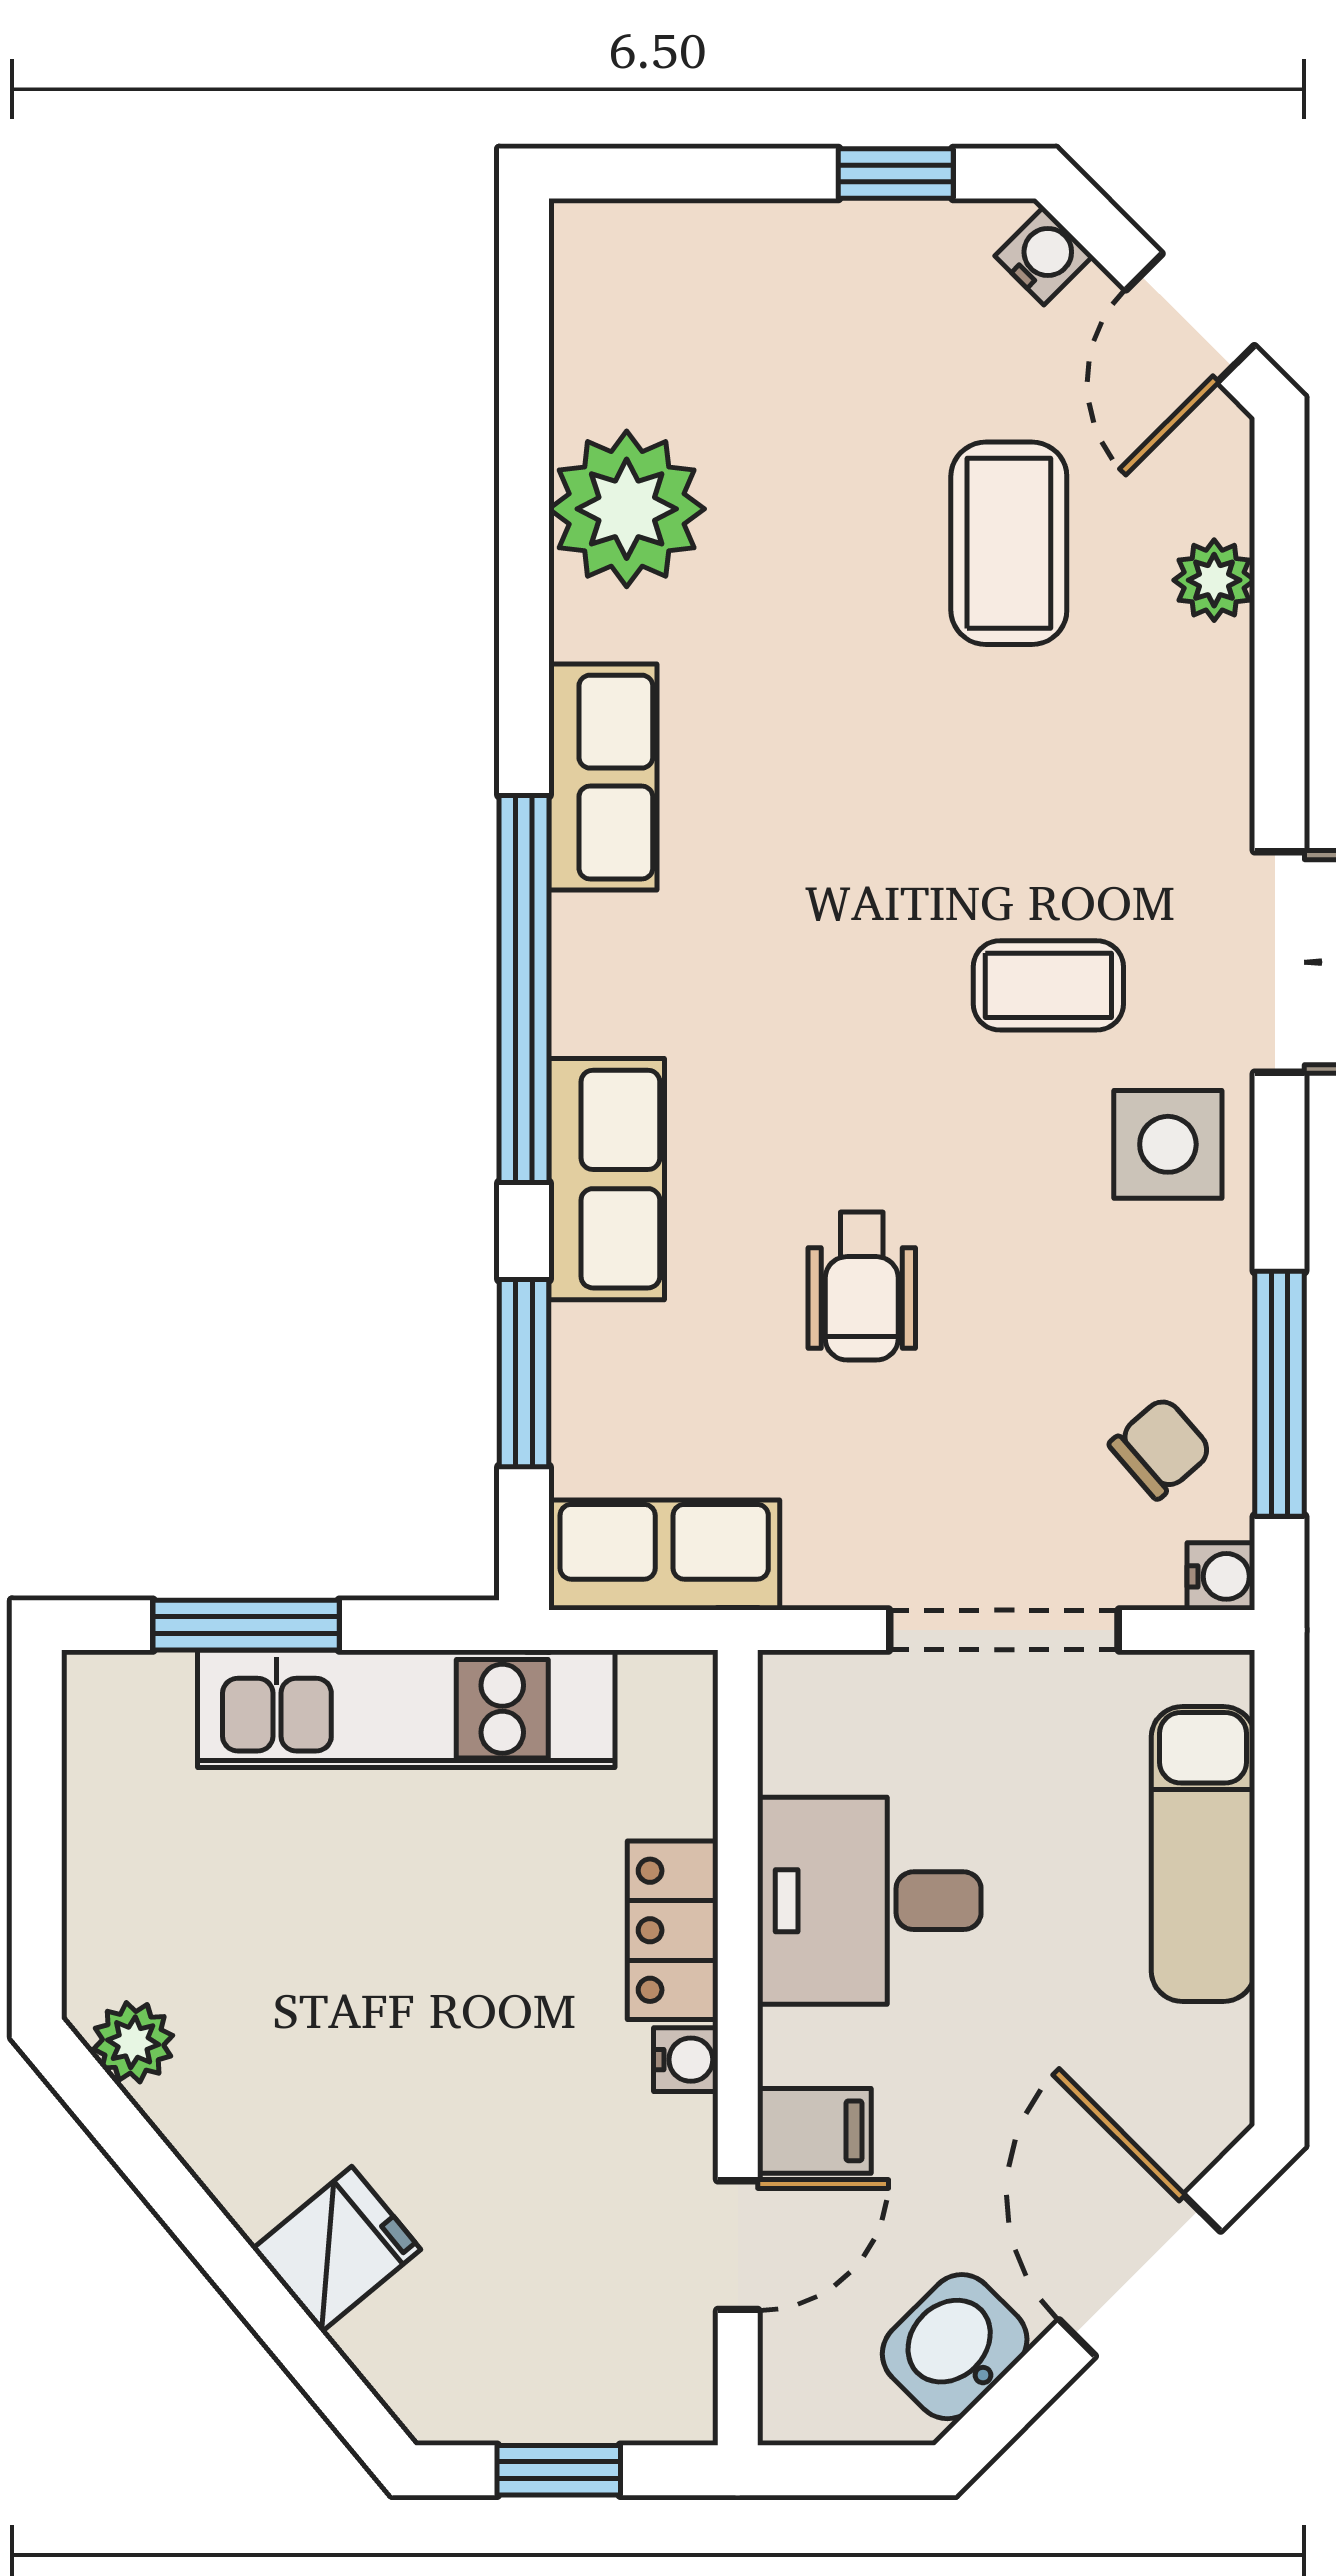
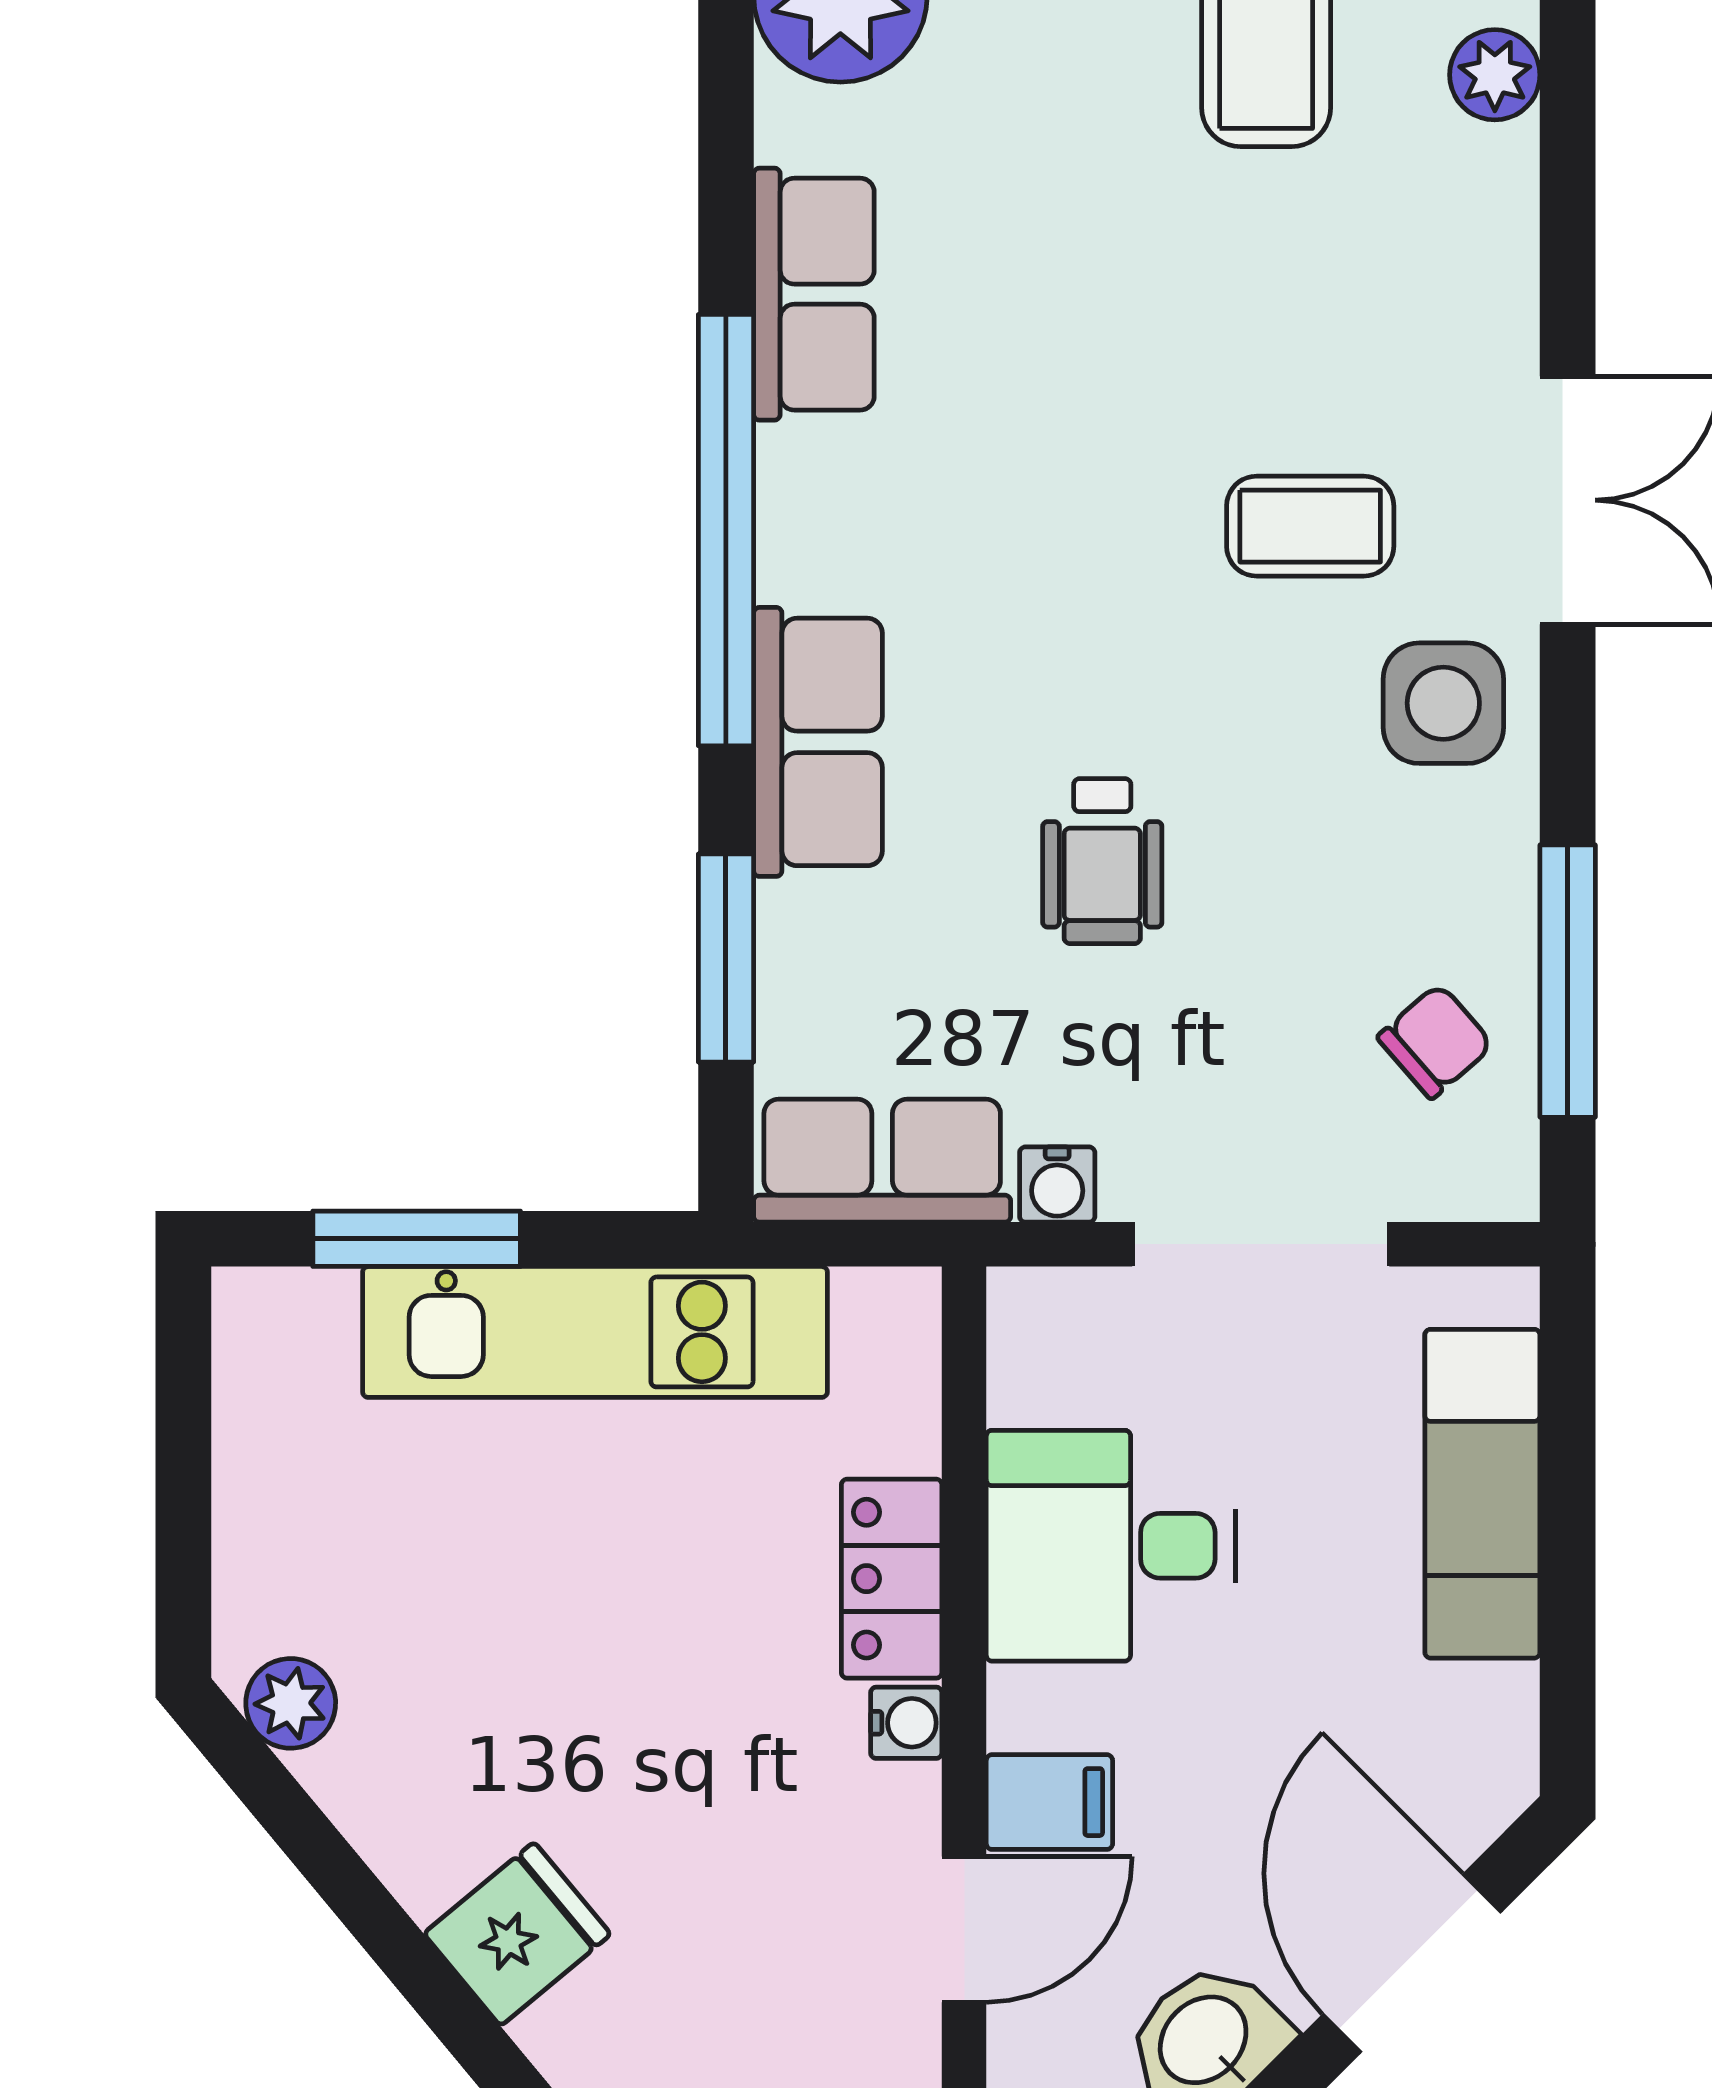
water cooler: (1221, 1576) -> (1057, 1185), moved, turned 90

